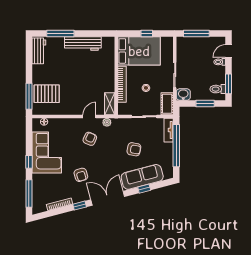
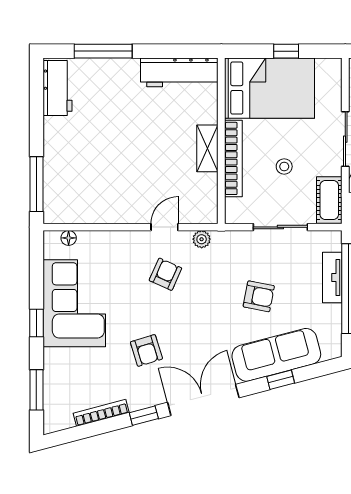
workbench: (83, 43) -> (179, 72), moved
pallet: (47, 94) -> (74, 179), removed
shelving: (110, 104) -> (207, 148), moved
tv unit: (169, 130) -> (332, 277), moved
window: (29, 193) -> (36, 390), width x0.69

